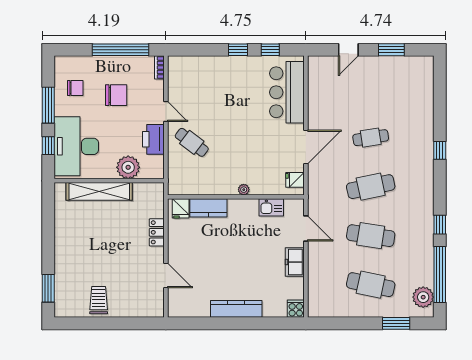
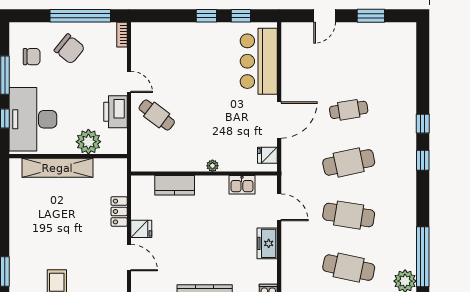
chair: (116, 95) -> (69, 49), moved, turned 39
fridge: (181, 208) -> (141, 229), moved, turned -90
window: (440, 225) -> (423, 160), moved

